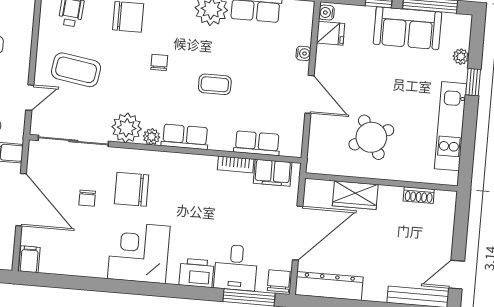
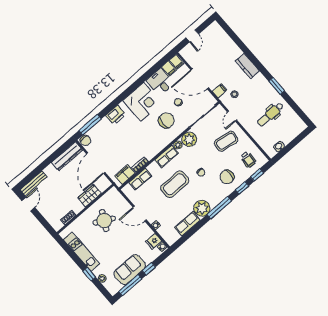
coffee table: (215, 84) -> (175, 184), width x1.86, depth x1.72
round table: (371, 137) -> (104, 221), turned -34
filing cabinet: (50, 261) -> (169, 68), added
desk: (236, 268) -> (160, 82), moved

